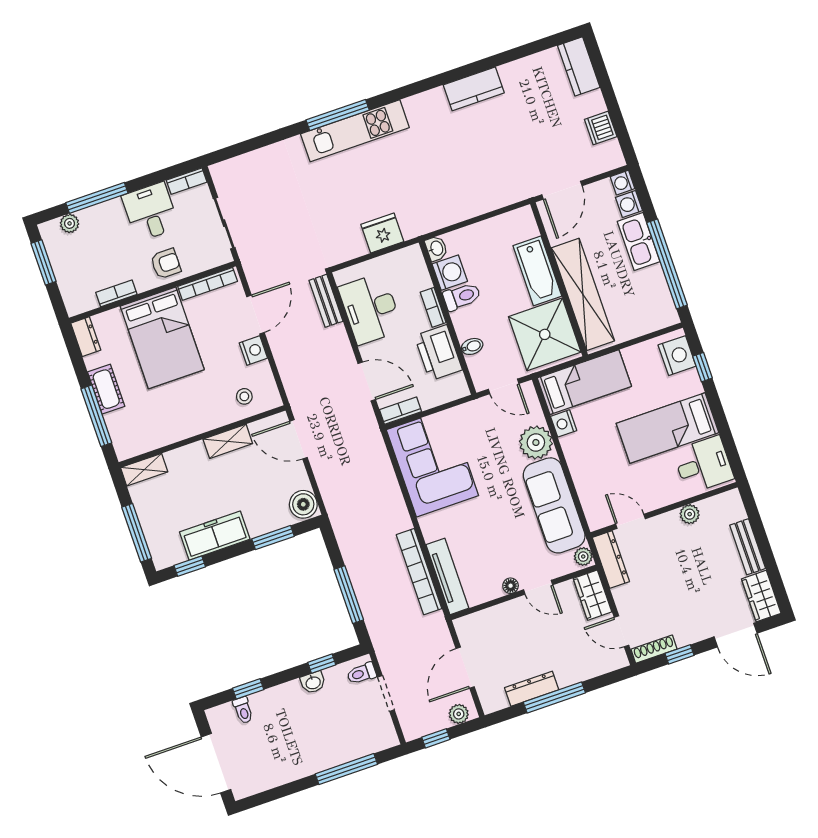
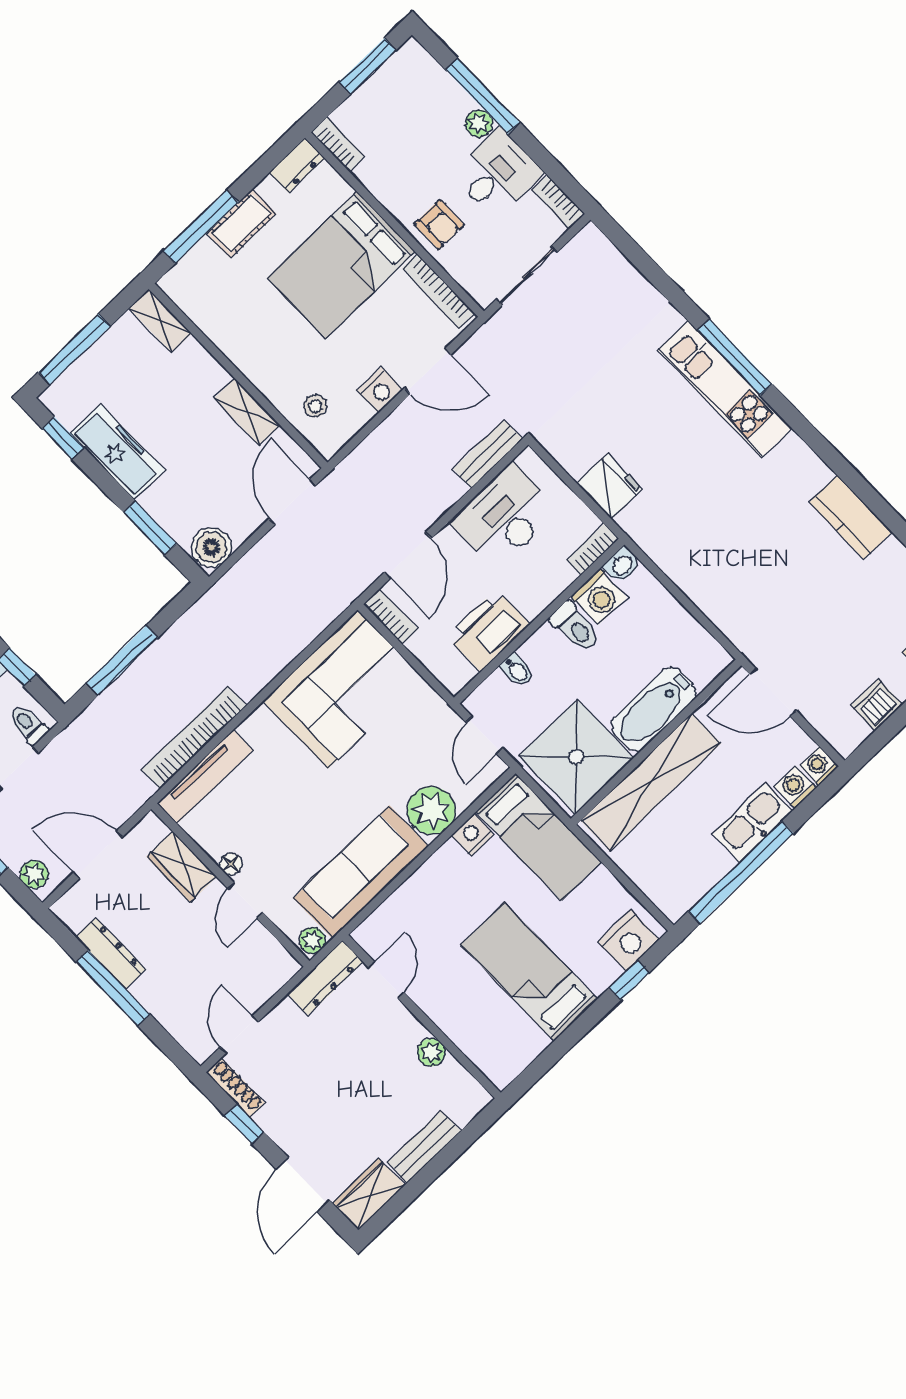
plant: (70, 223) -> (479, 123), moved
bookcase: (116, 293) -> (338, 144), moved
bookcase: (433, 307) -> (593, 549), moved
desk: (703, 465) -> (503, 1040), removed
wardrobe: (592, 595) -> (182, 867), moved, turned -90

